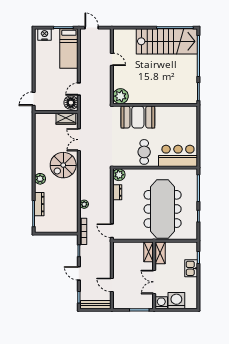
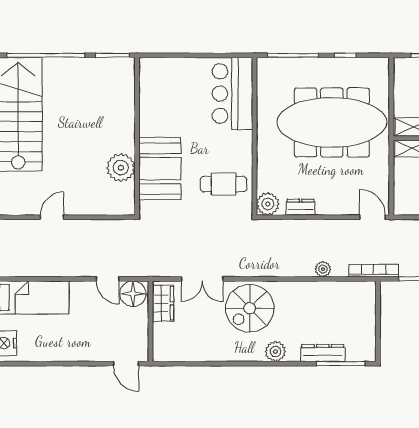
plant: (121, 96) -> (121, 168), moved
cafe table: (144, 152) -> (224, 184), moved
spiral stairs: (63, 165) -> (250, 308), turned 90
door: (112, 231) -> (373, 217), swing flipped

